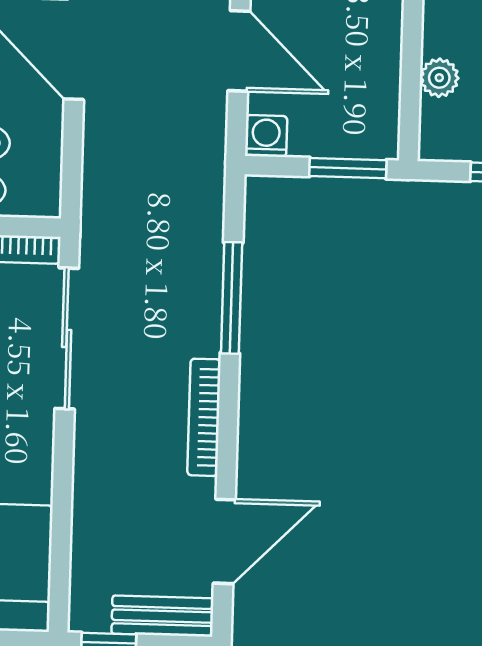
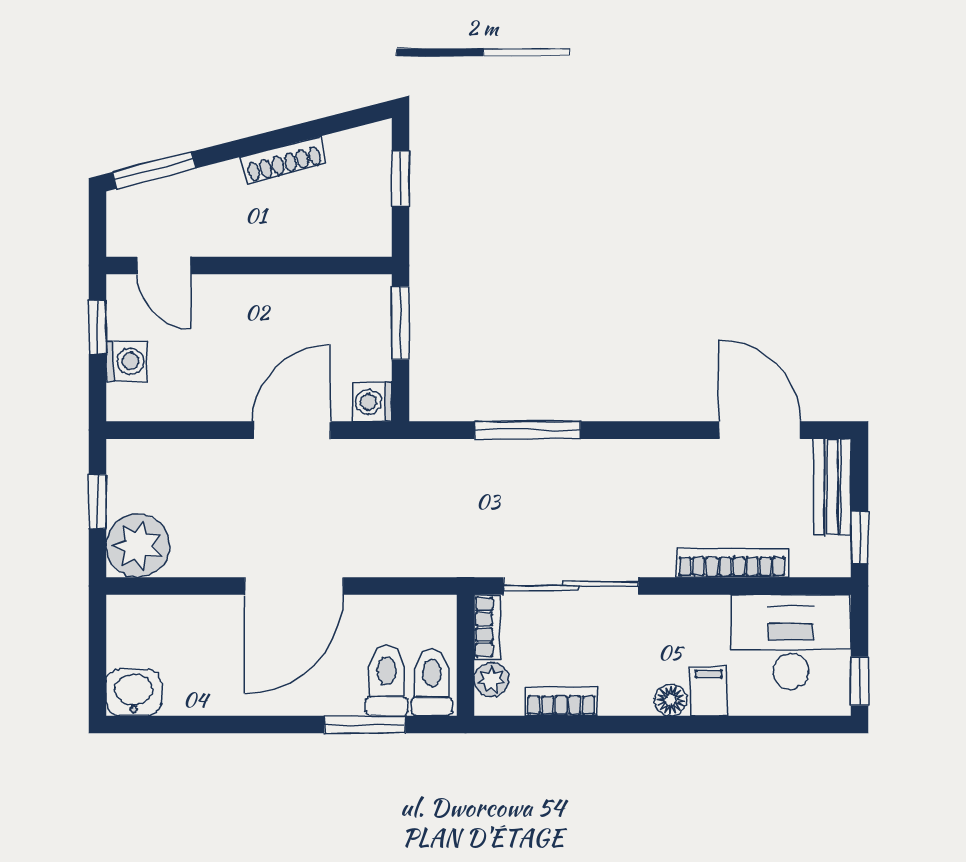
plant: (439, 78) -> (312, 238), removed
bookcase: (204, 417) -> (732, 563), moved, turned 180

